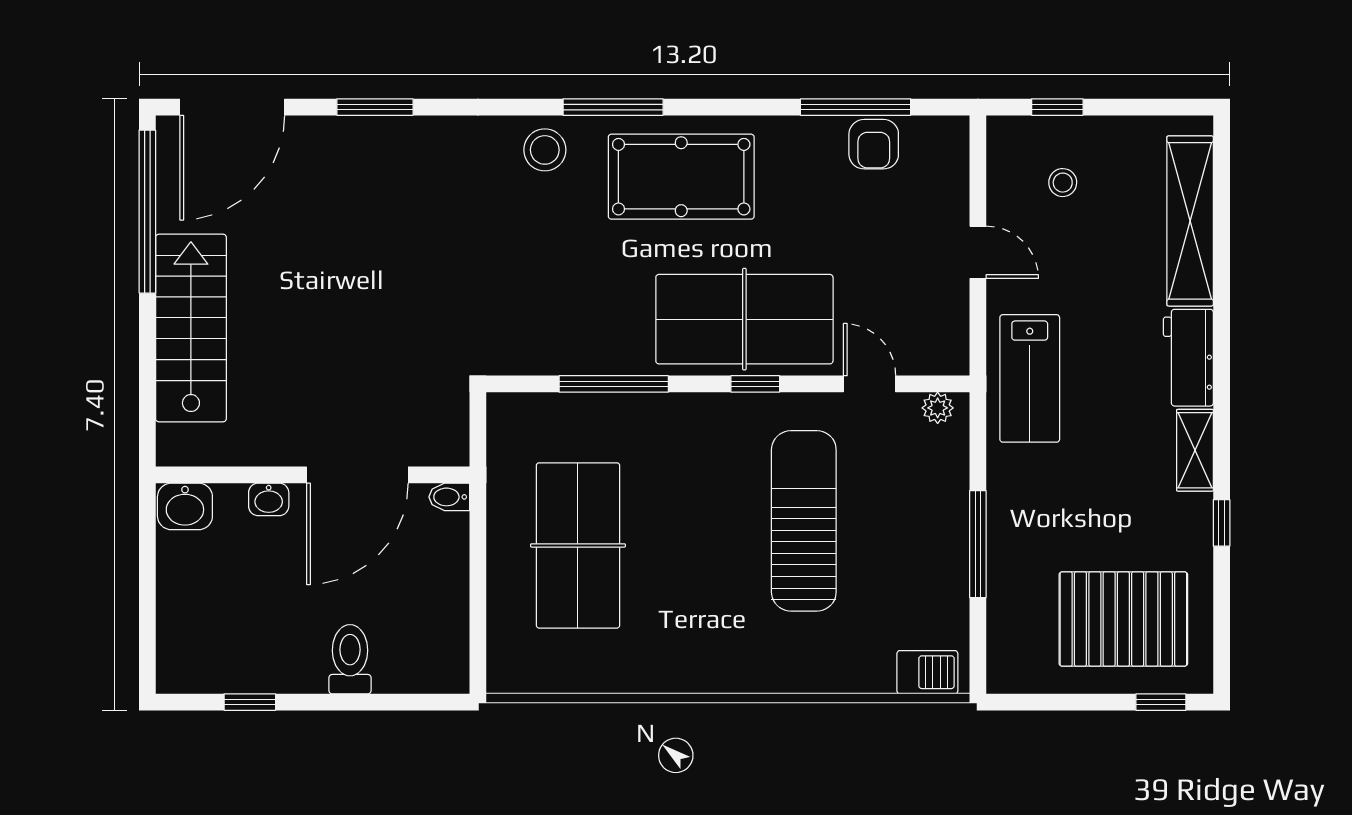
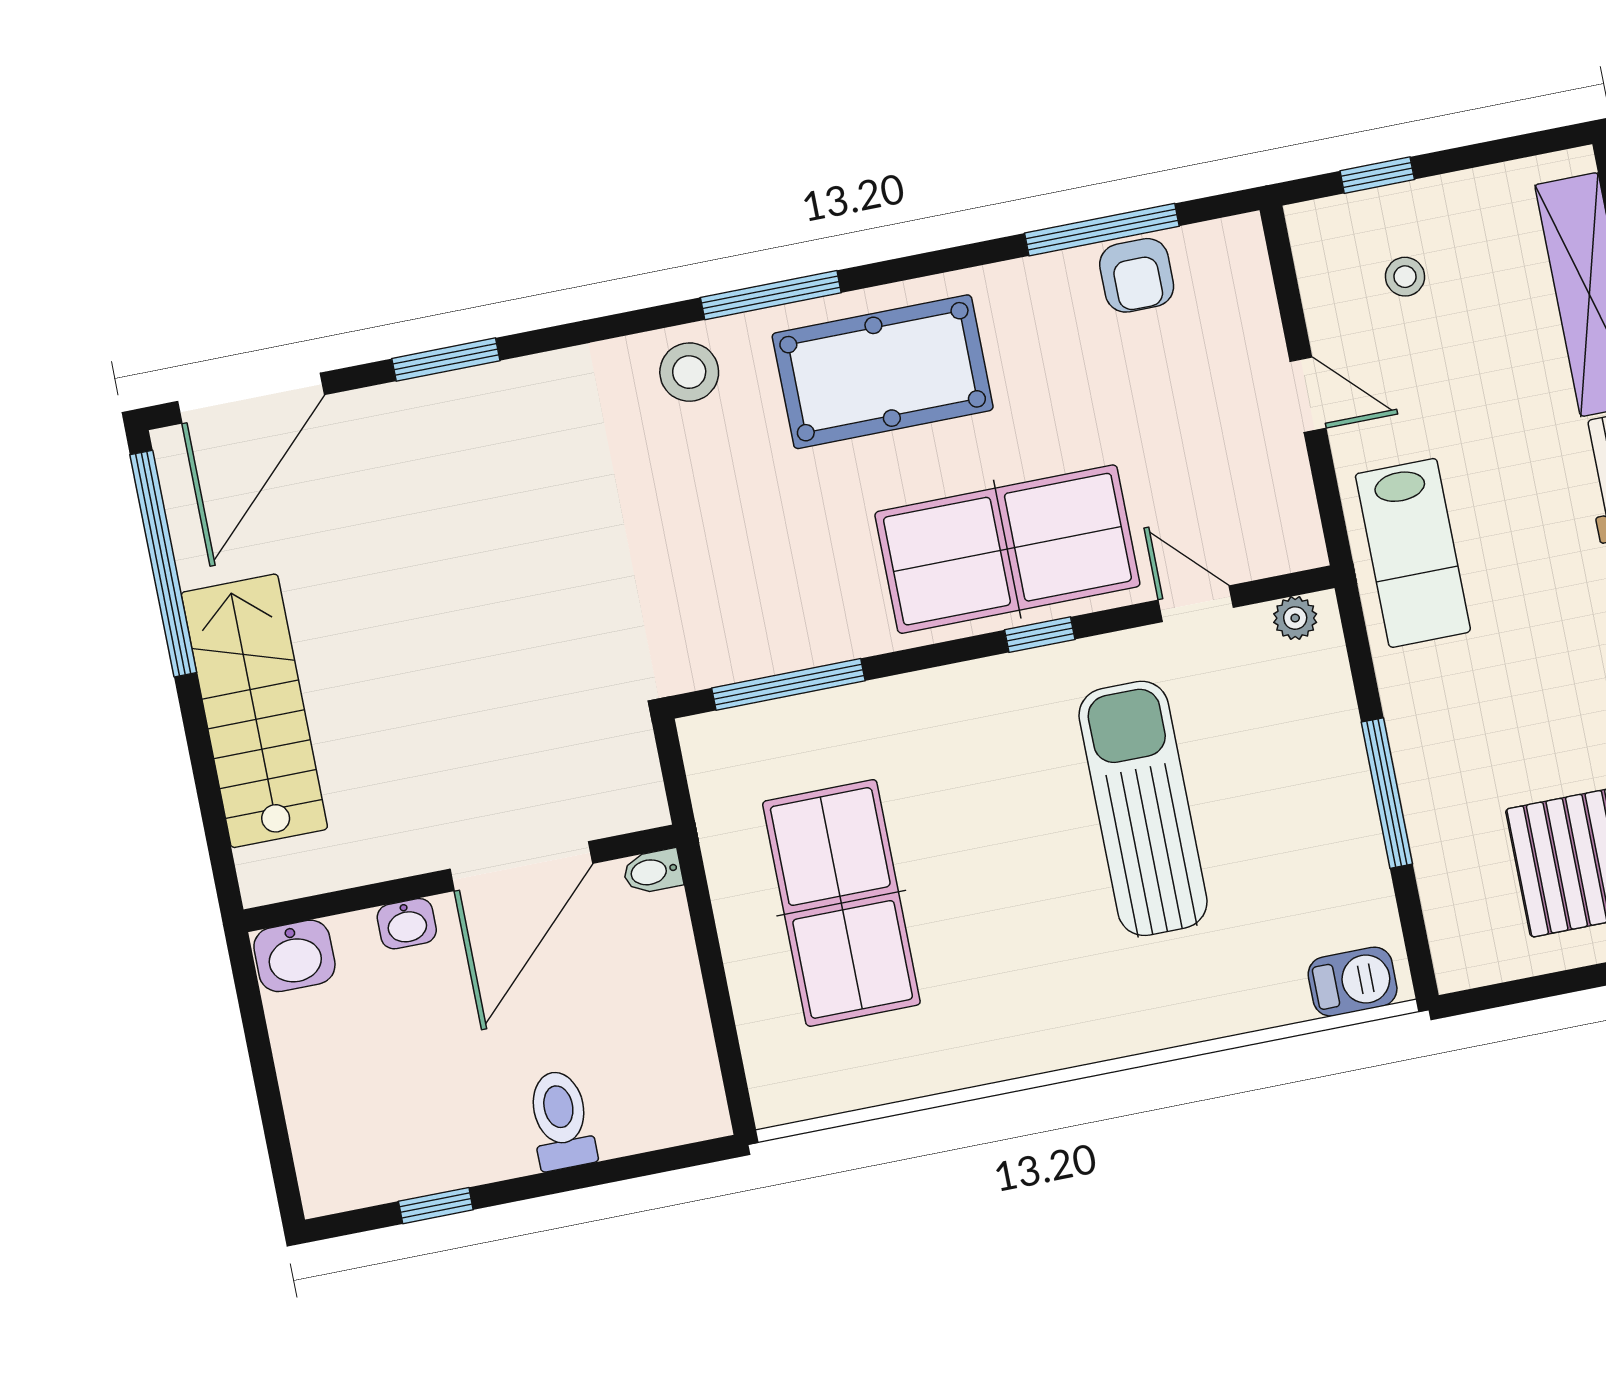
window: (614, 384) -> (788, 684), moved

